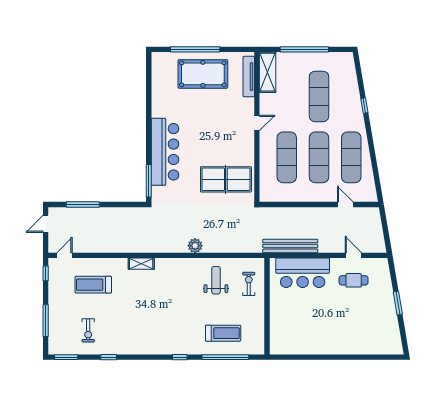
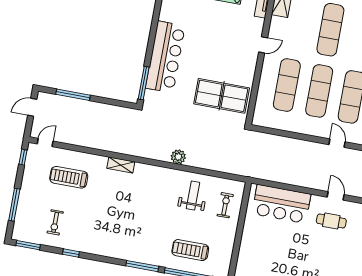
bench: (290, 246) -> (274, 175), removed
treadmill: (223, 333) -> (190, 250), turned 180
window: (180, 357) -> (142, 266), width x2.17

